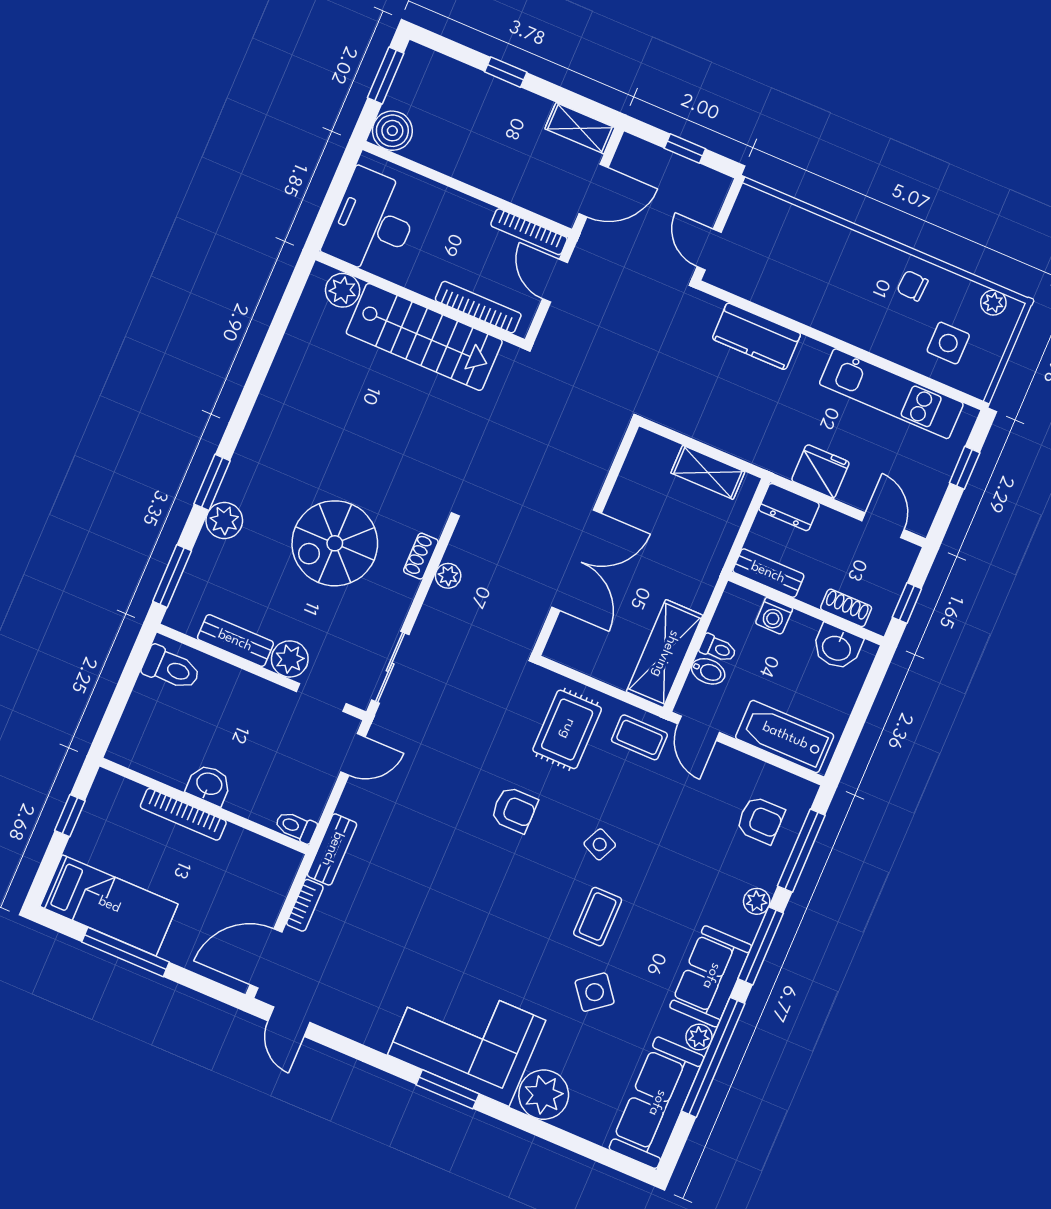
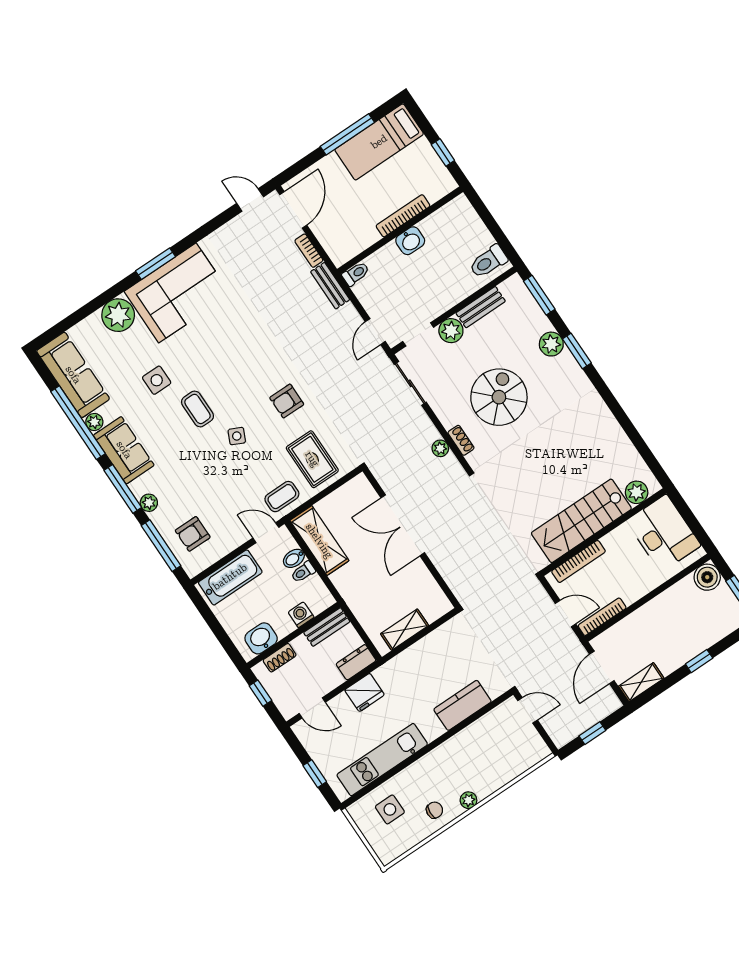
plant: (993, 303) -> (468, 800), moved
side table: (595, 992) -> (157, 380), turned 38

